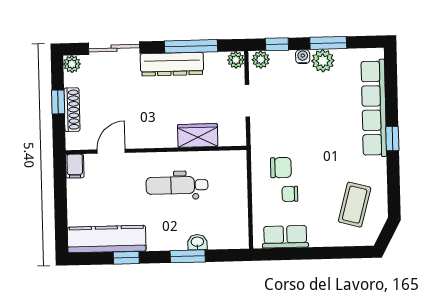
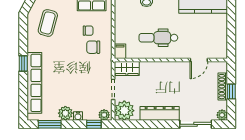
window: (328, 43) -> (50, 124), moved
window: (191, 46) -> (147, 124), removed
plant: (236, 60) -> (124, 111), width x1.87, depth x1.87
wardrobe: (198, 135) -> (127, 69), moved
filing cabinet: (75, 166) -> (120, 51), moved
dental chair: (177, 185) -> (158, 38), turned 180

